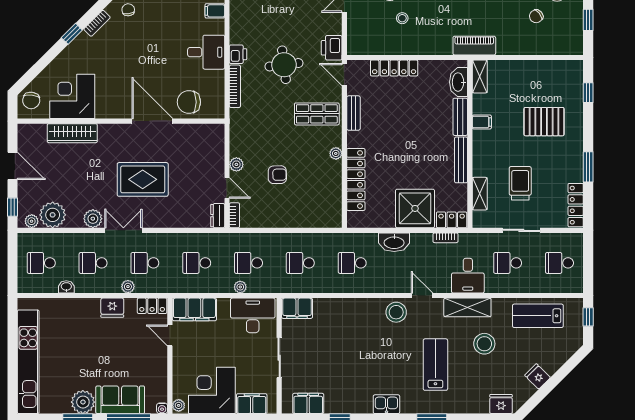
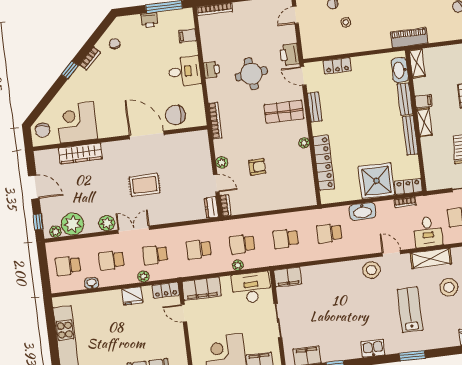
locker: (394, 68) -> (337, 66), width x0.66
bookcase: (235, 86) -> (215, 120), moved
rug: (143, 179) -> (145, 185), width x0.73, depth x0.70
shelving: (480, 194) -> (424, 122), moved

